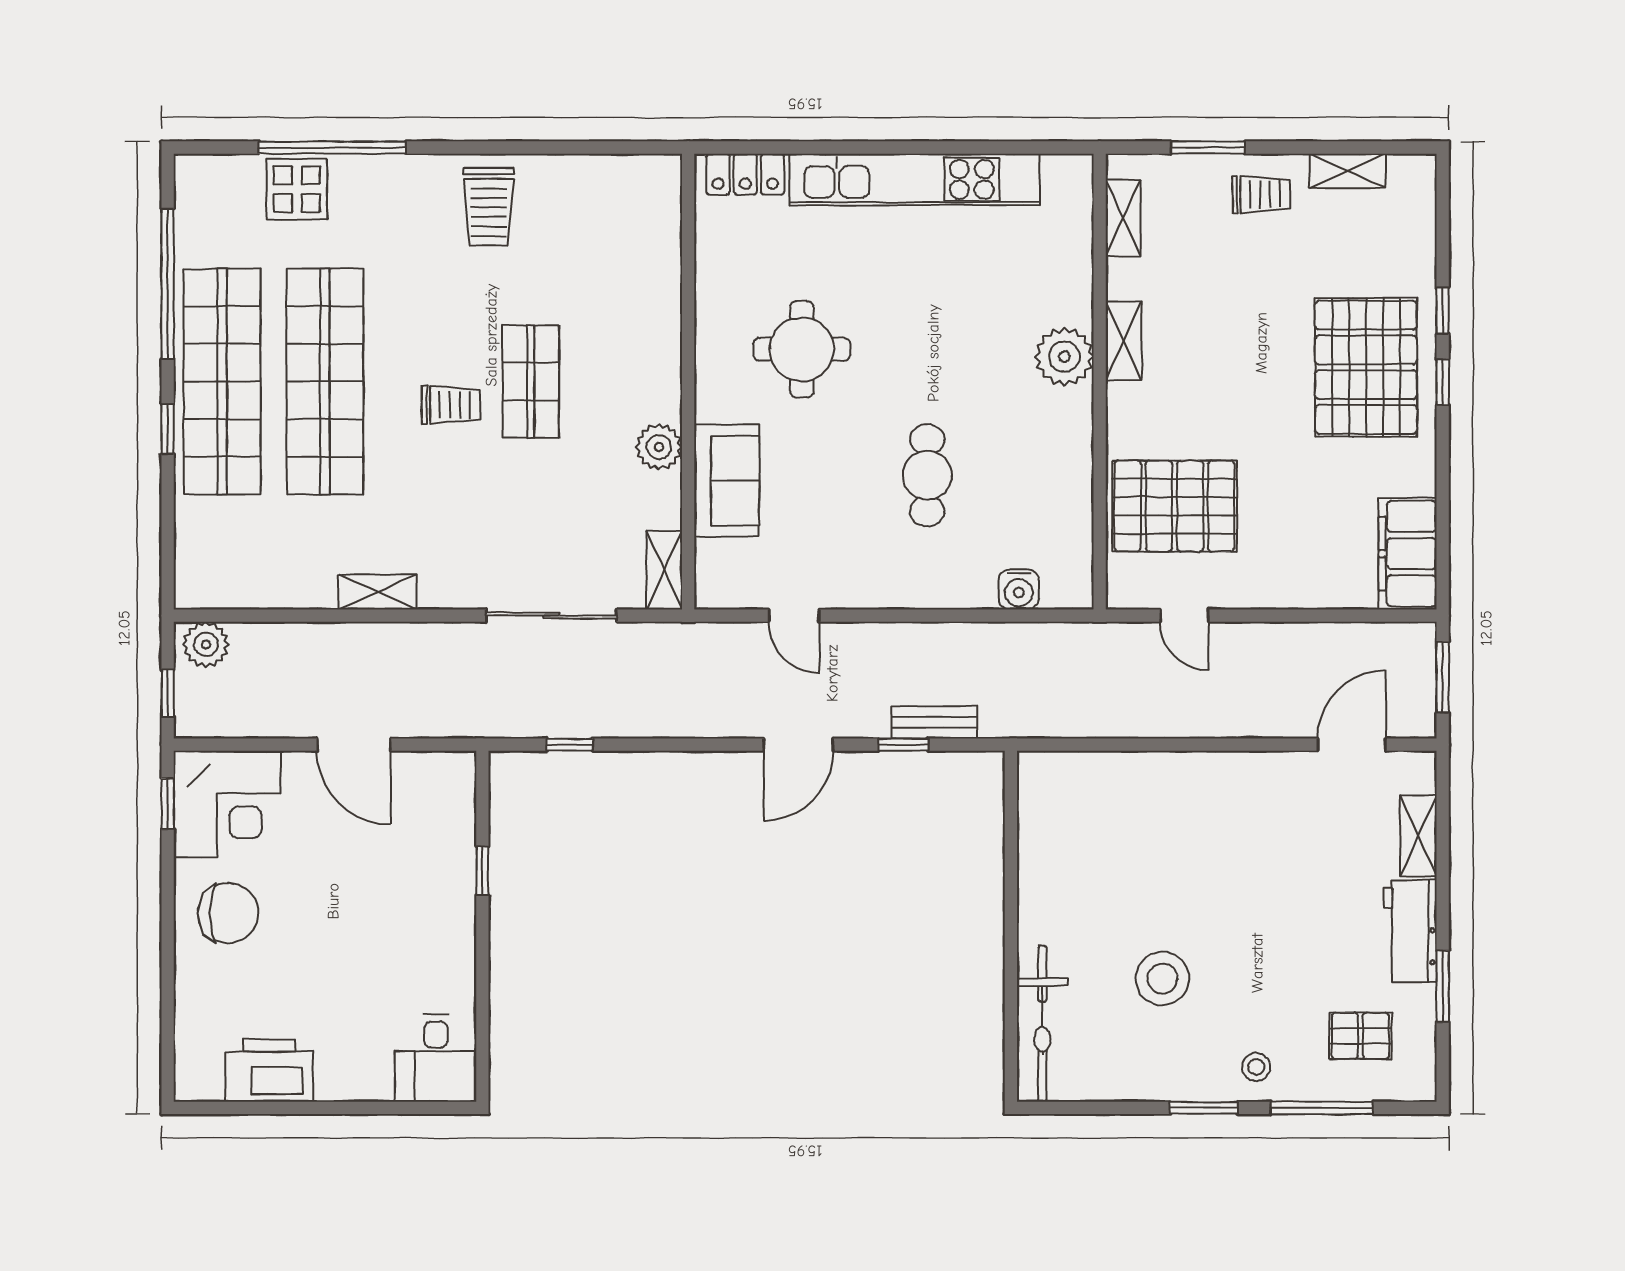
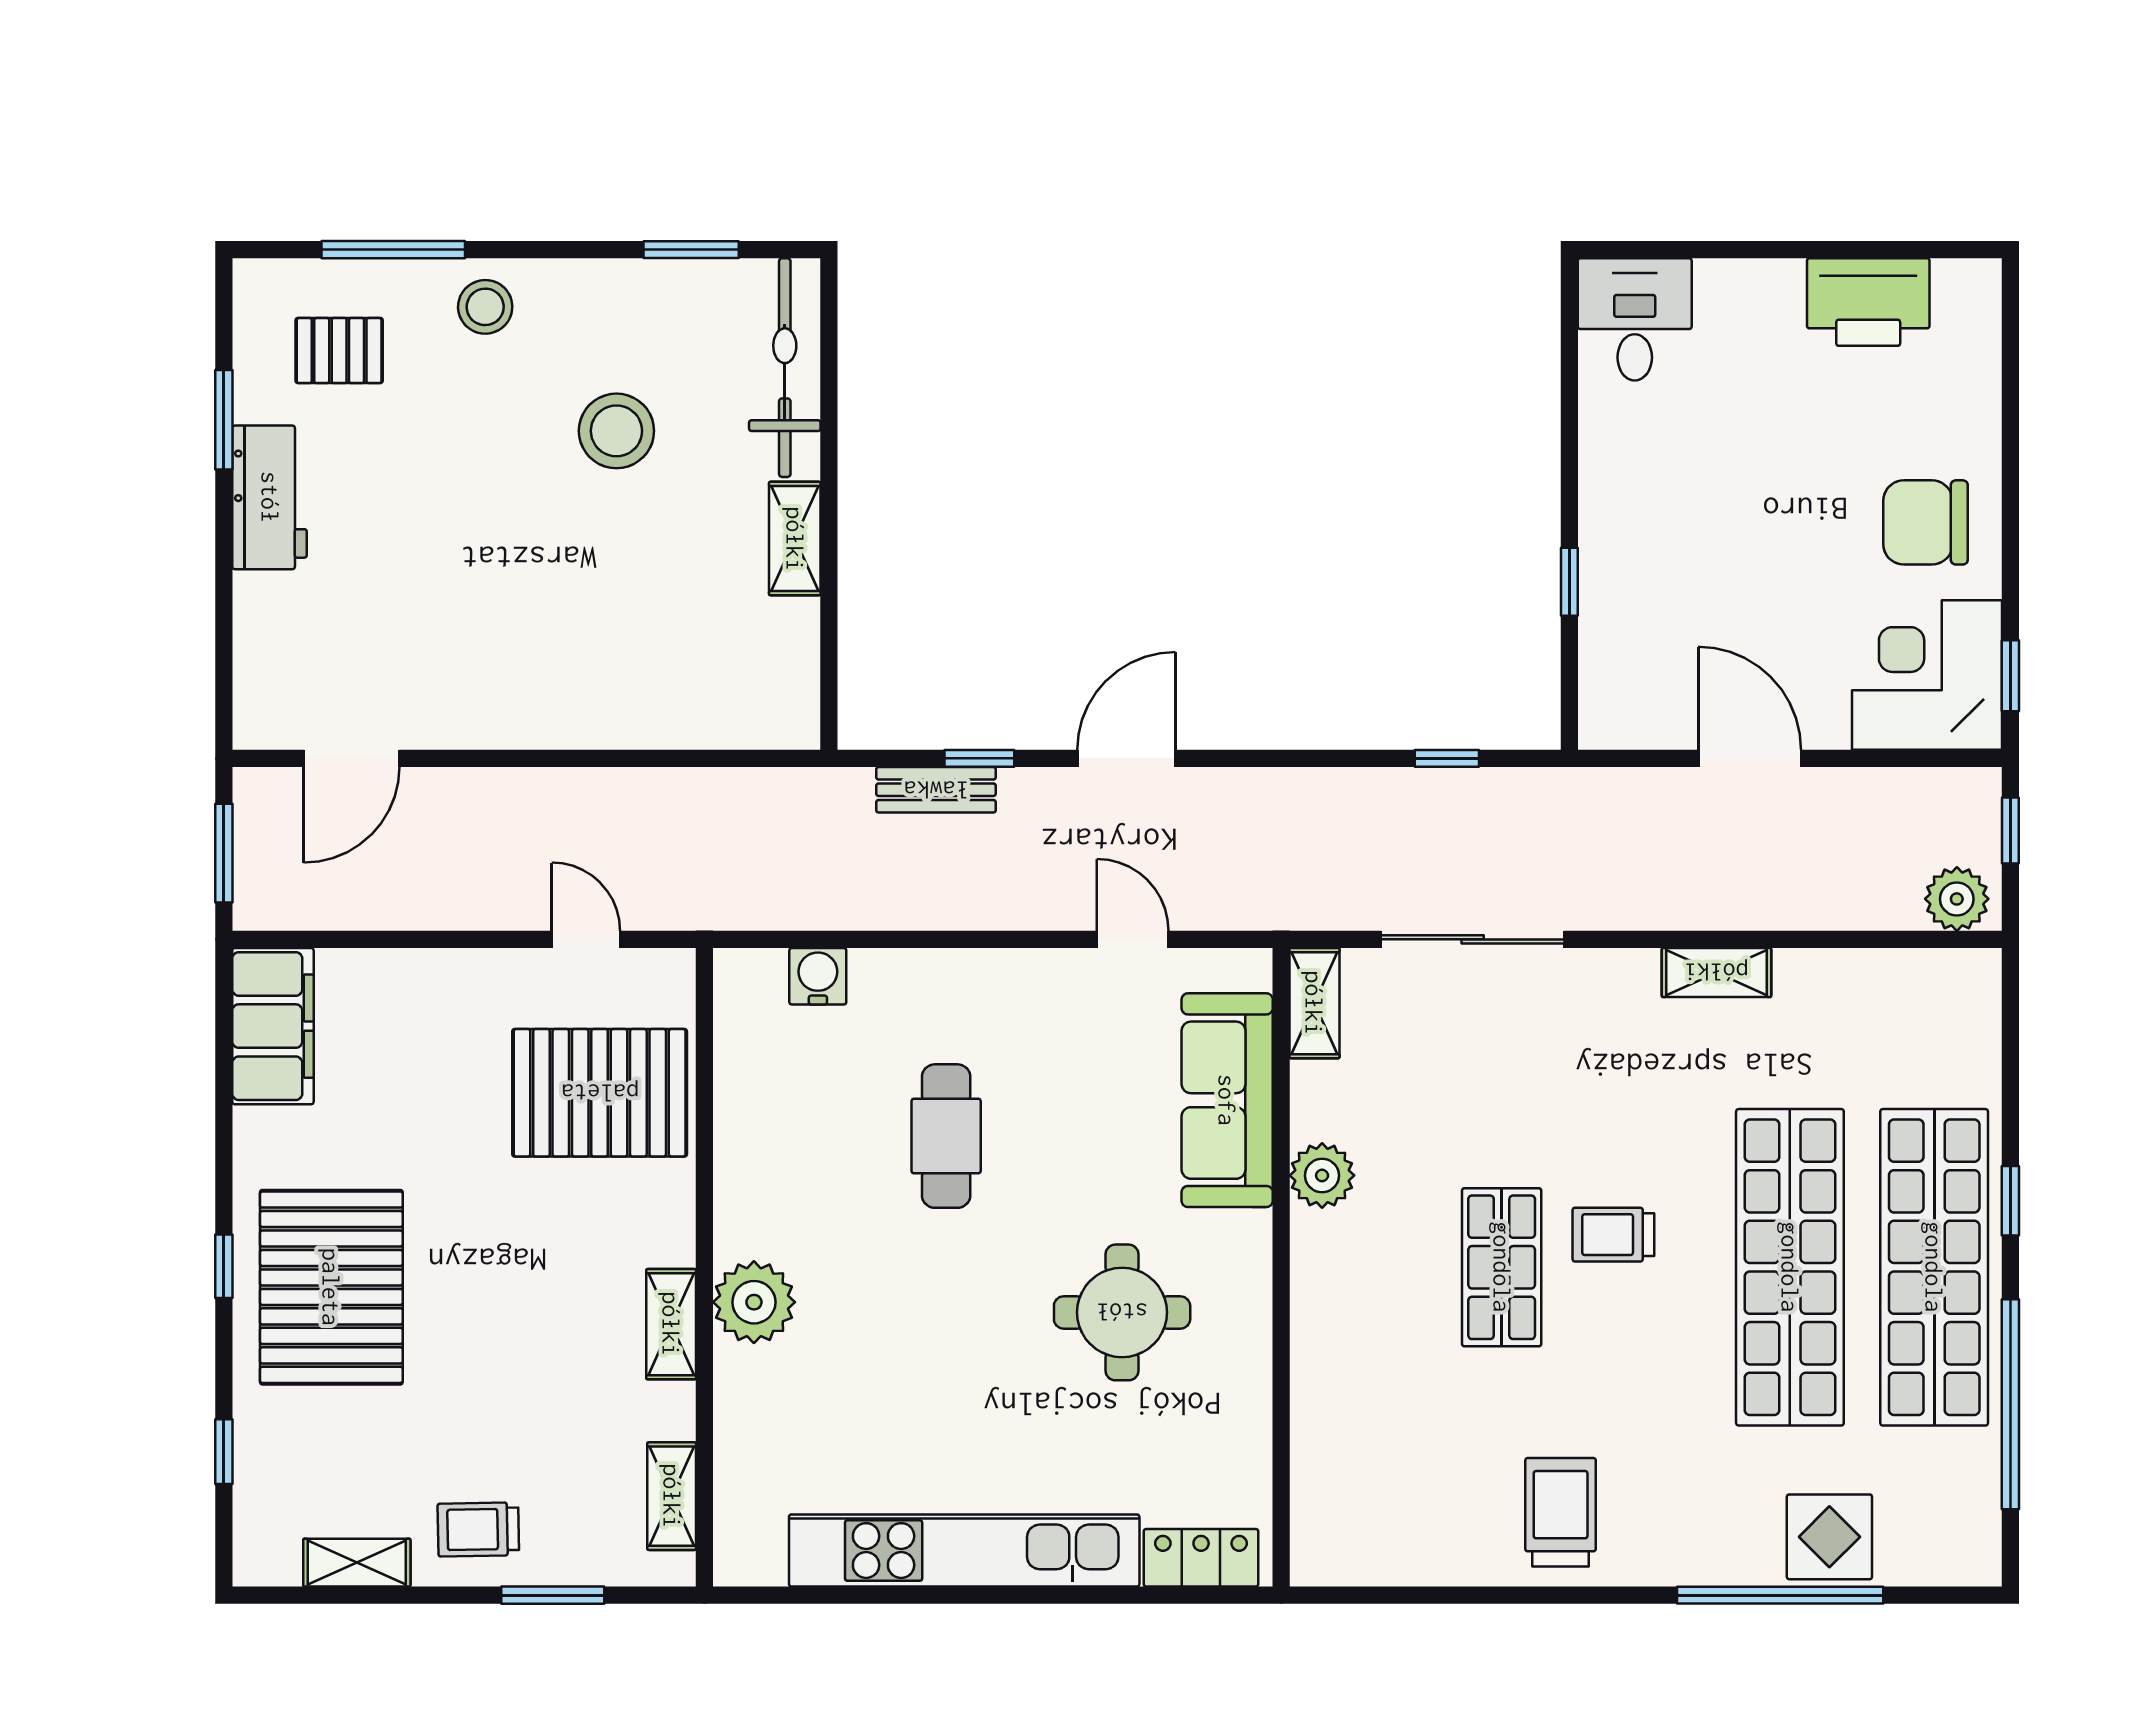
window: (1443, 311) -> (224, 1452), moved
sofa: (727, 481) -> (1227, 1100), width x1.36
shelving: (1418, 836) -> (795, 539), moved
stool: (1256, 1067) -> (485, 307), width x1.37, depth x1.37
window: (1204, 1108) -> (691, 250), moved

